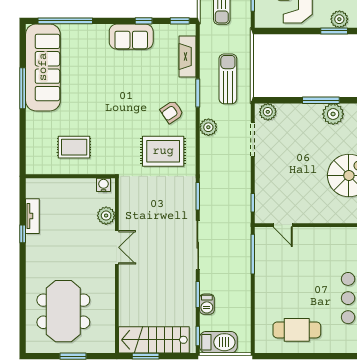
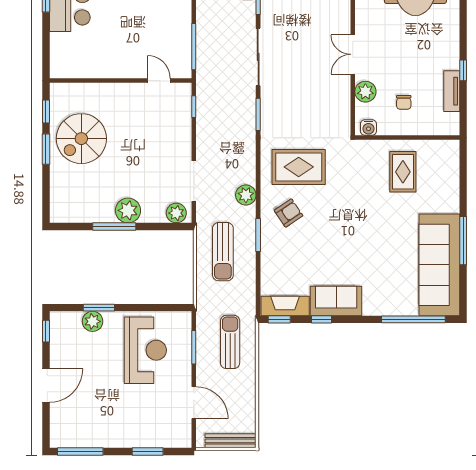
fireplace: (188, 57) -> (285, 306), moved, turned -90
plant: (333, 114) -> (128, 210), moved
rug: (74, 147) -> (403, 172), turned 90
chair: (73, 206) -> (404, 102), added

